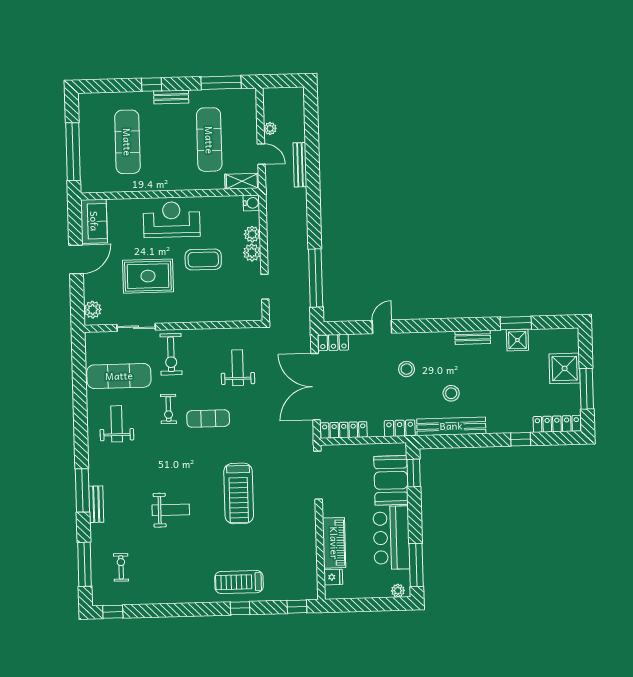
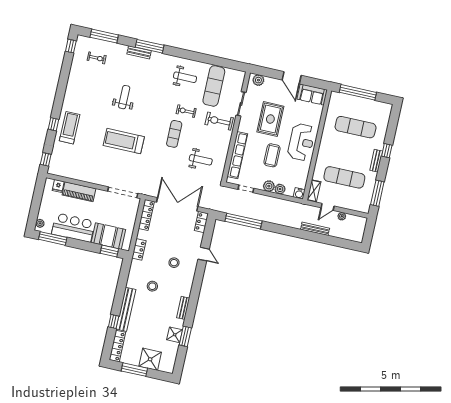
row of seats: (216, 313) -> (237, 155), added
bench: (451, 426) -> (126, 309), moved
weight bench: (171, 510) -> (124, 97), turned 180

